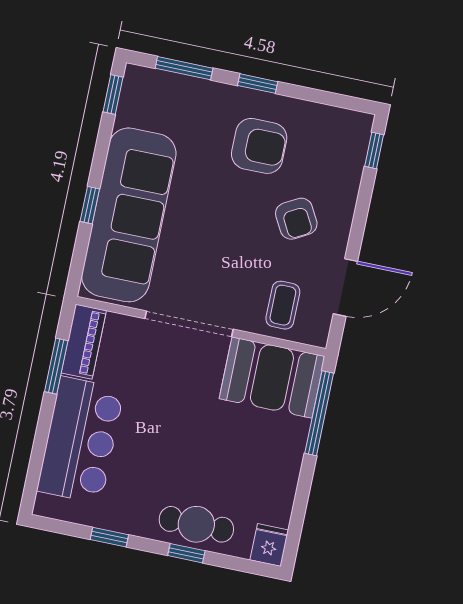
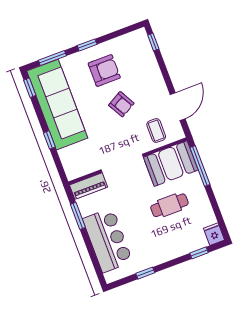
sofa: (129, 215) -> (57, 105), moved
armchair: (296, 219) -> (121, 104), moved
piano: (84, 342) -> (89, 186), moved, turned 90
cafe table: (196, 524) -> (169, 205), moved
window: (186, 553) -> (199, 253), moved

